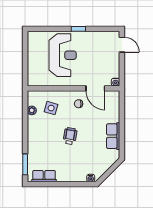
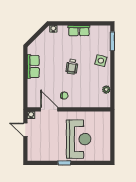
door: (122, 45) -> (25, 130), moved
reception desk: (63, 55) -> (79, 139), turned 180
side table: (51, 108) -> (101, 61), moved
row of seats: (44, 176) -> (79, 31), moved

